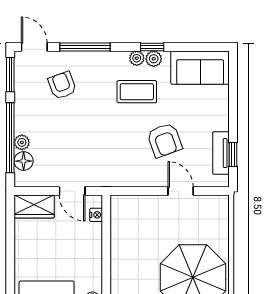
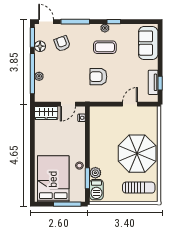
plant: (154, 59) -> (115, 28), removed
sofa: (200, 68) -> (148, 43), moved, turned 90
armchair: (164, 140) -> (98, 77), moved, turned 110
floor lamp: (24, 161) -> (40, 46), moved
door: (72, 191) -> (68, 104), hinge flipped
door: (181, 191) -> (130, 104), hinge flipped

